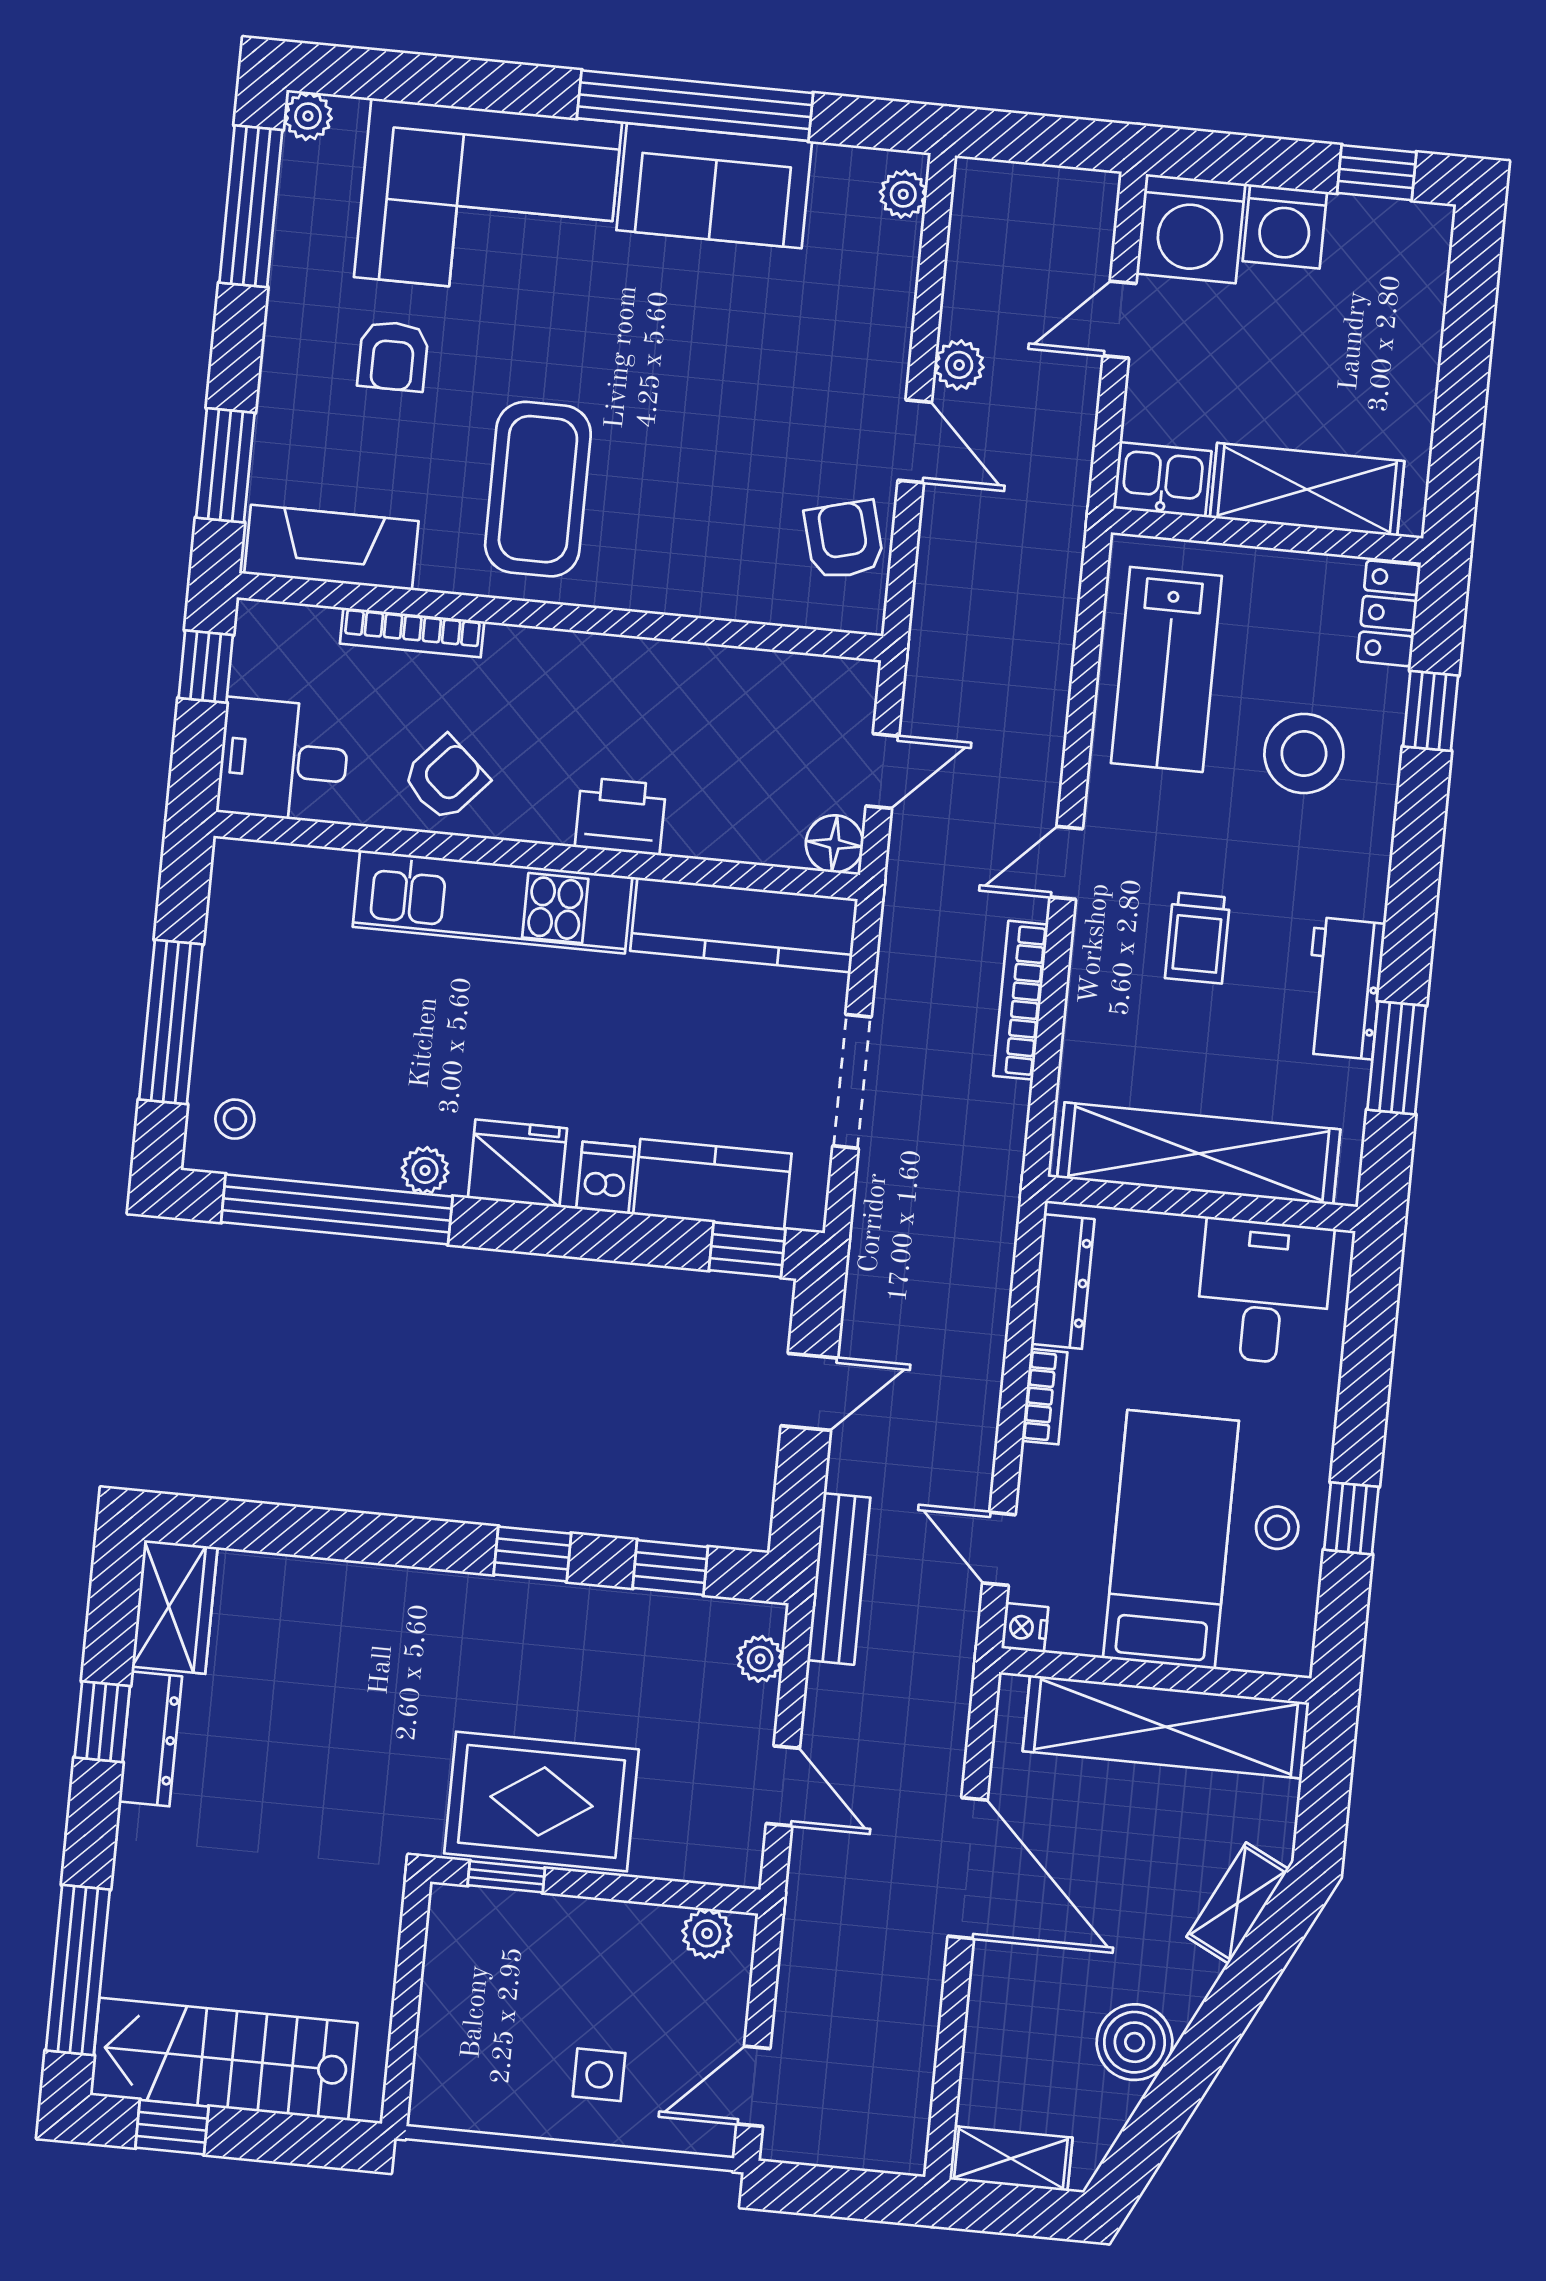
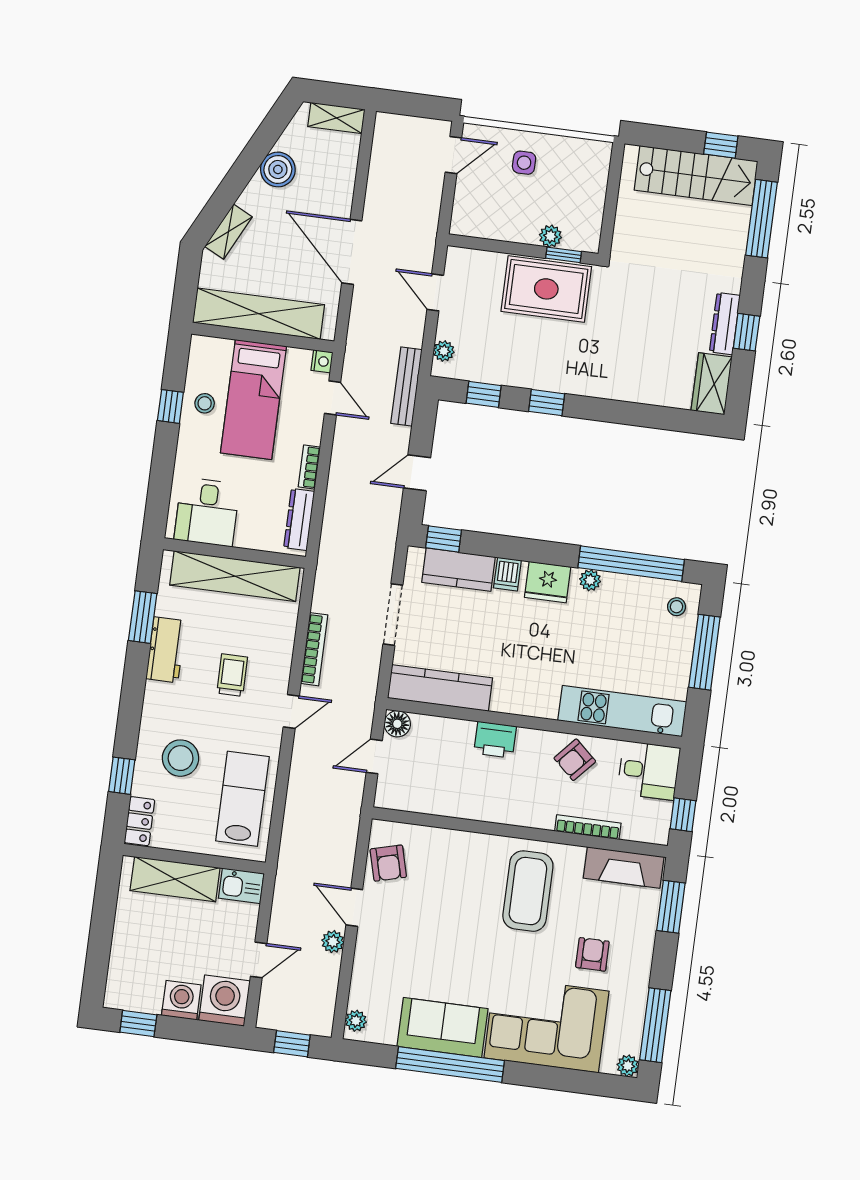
window: (1041, 140) -> (292, 1044), added
kitchen unit: (493, 902) -> (622, 711), moved
plant: (707, 1933) -> (550, 236), moved

